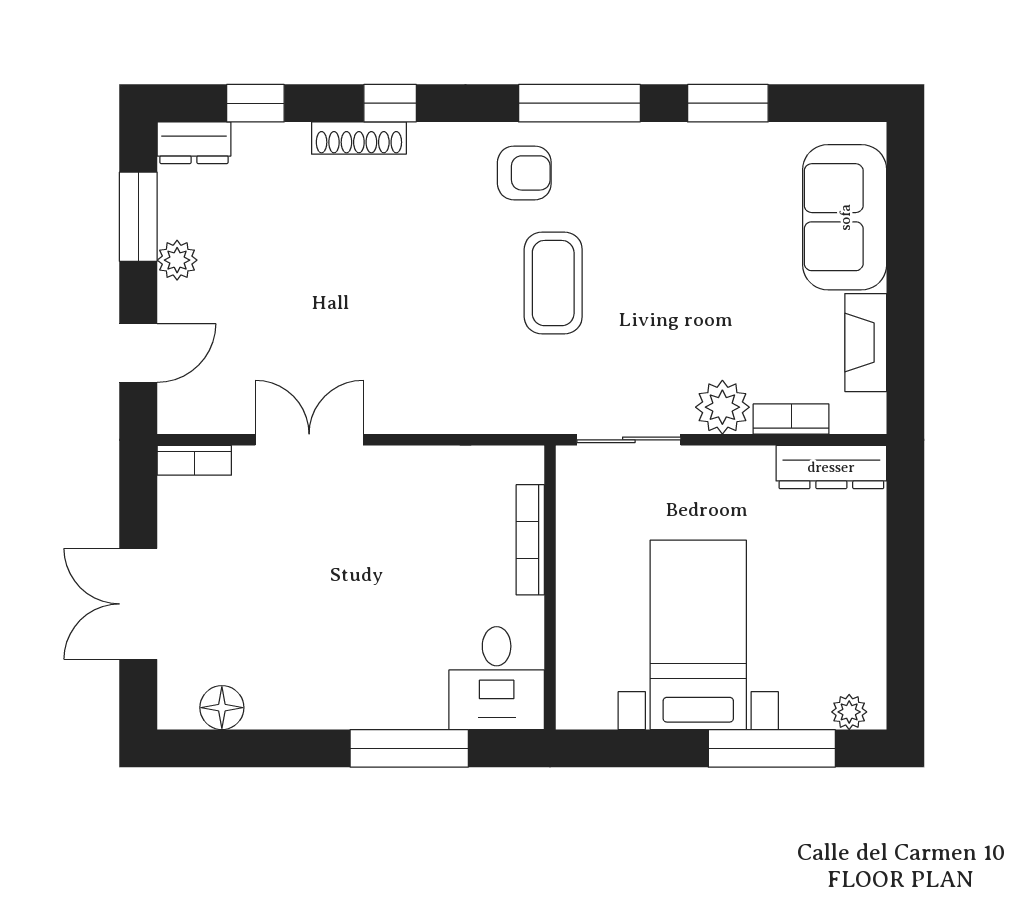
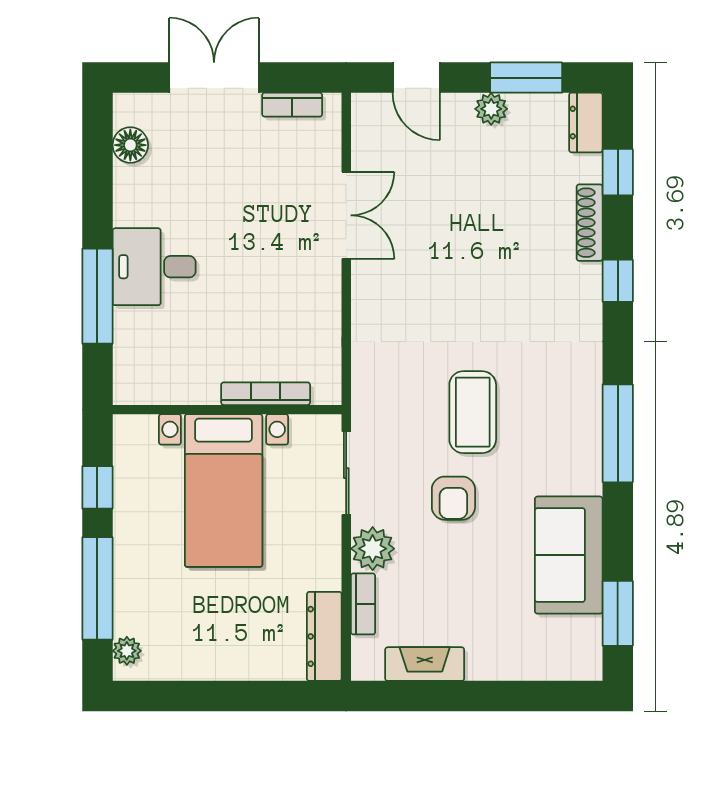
window: (728, 103) -> (618, 613), moved
shoe rack: (359, 138) -> (590, 223), moved
armchair: (524, 173) -> (453, 498), moved
sofa: (845, 217) -> (569, 555), moved, turned -90
coffee table: (553, 283) -> (473, 412), turned 90
bookcase: (194, 460) -> (292, 105), moved, turned -90
bed with nightstands: (698, 635) -> (224, 490), moved, turned 90
desk: (497, 678) -> (154, 267), moved
window: (646, 748) -> (97, 487), added

